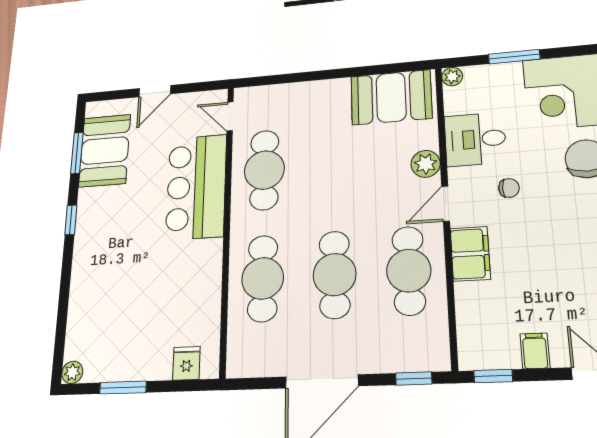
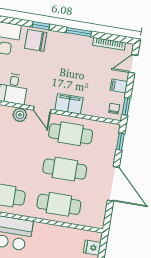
chair: (509, 188) -> (114, 109), moved

